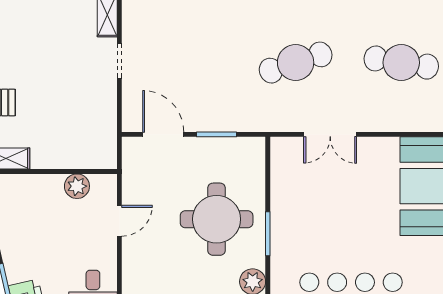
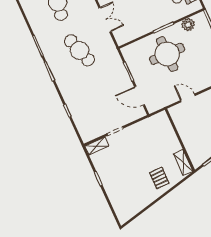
door: (163, 134) -> (140, 96), hinge flipped
plant: (77, 186) -> (181, 124), removed

